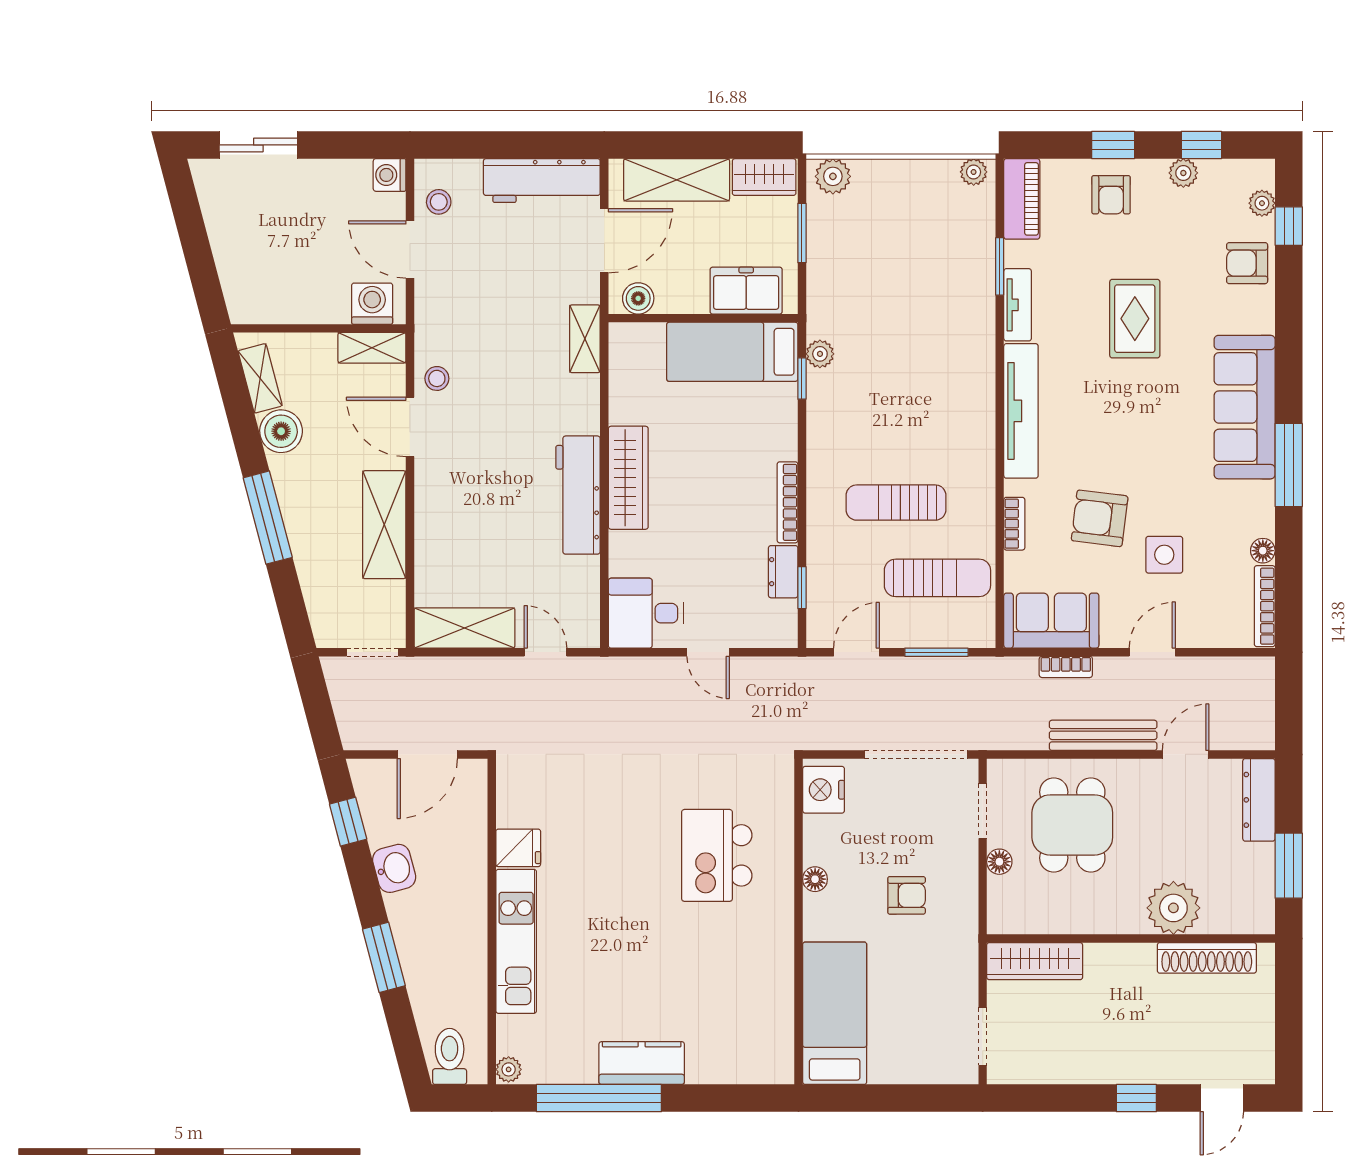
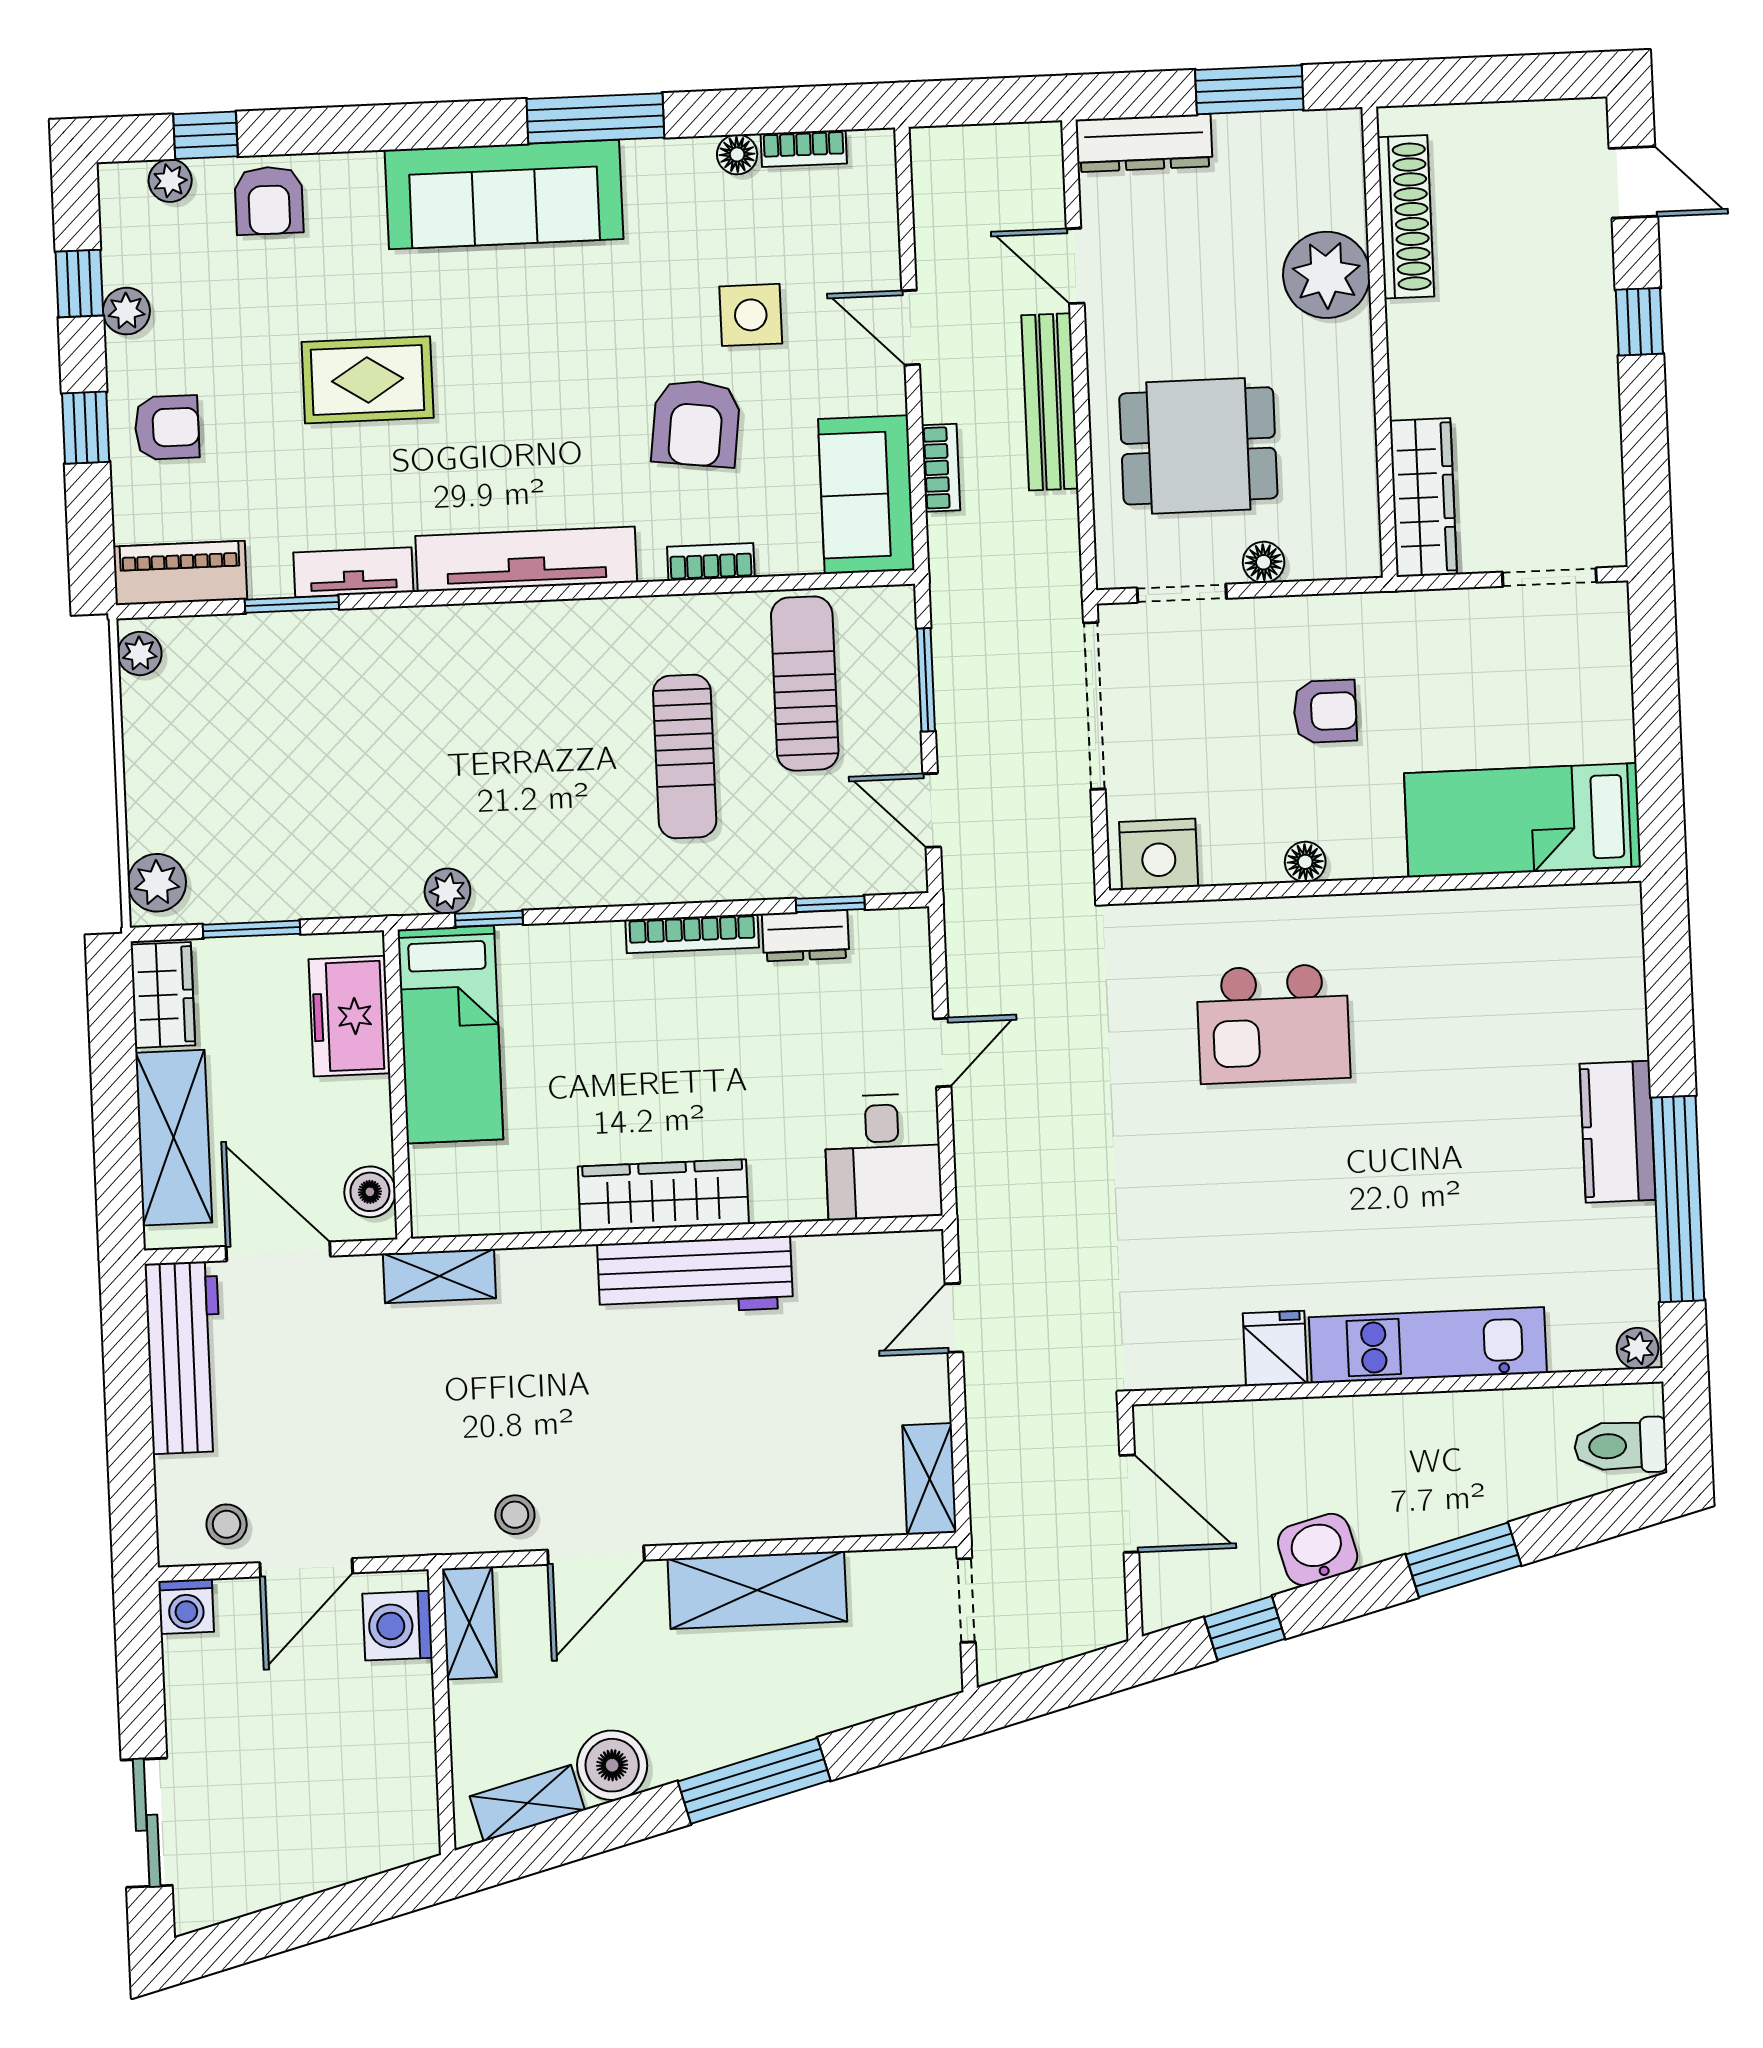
bookcase: (1265, 606) -> (804, 148), width x0.64
shelving: (464, 628) -> (930, 1479), width x0.67, depth x0.75
armchair: (907, 895) -> (1325, 711), turned 90

